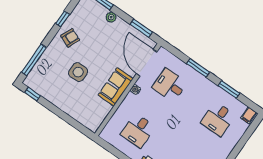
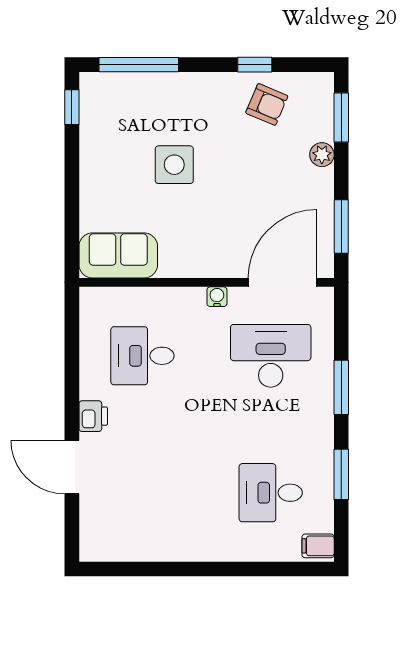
armchair: (70, 38) -> (267, 104), moved
desk: (170, 85) -> (271, 356), width x1.37
sofa: (116, 87) -> (118, 255), moved

